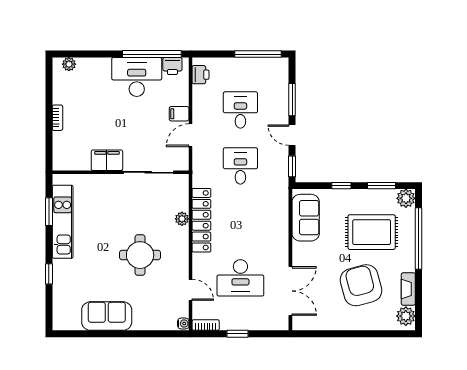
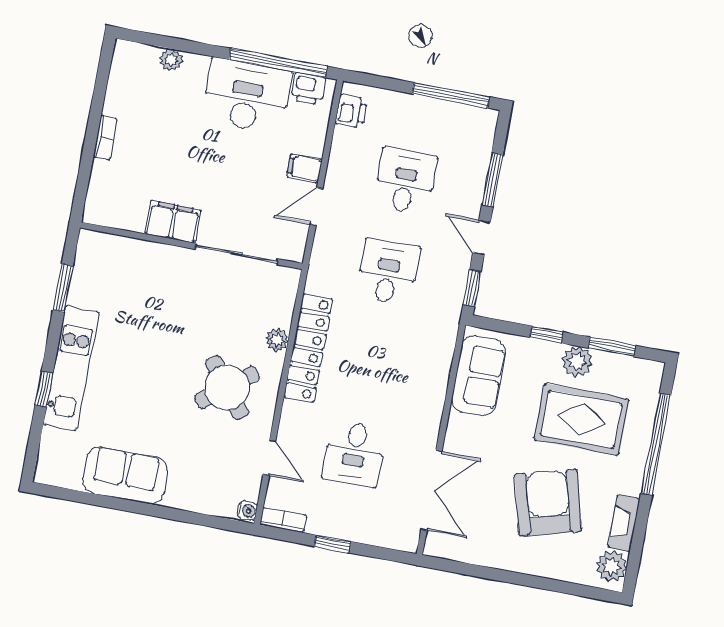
plant: (69, 64) -> (171, 60), moved
plant: (406, 198) -> (577, 362), moved
kitchen unit: (63, 222) -> (71, 368), moved
round table: (140, 255) -> (227, 387), moved, turned -38
desk: (240, 278) -> (354, 454), width x0.73

